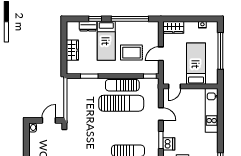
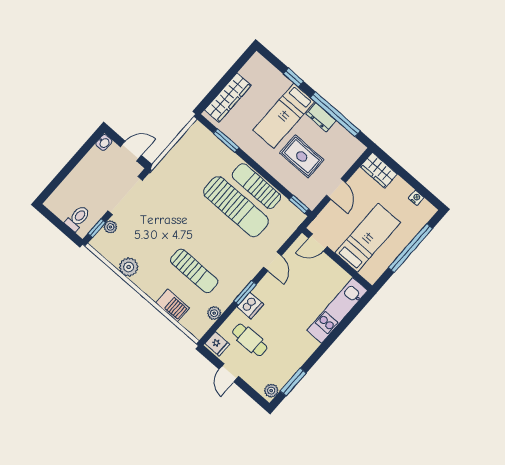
dresser: (88, 26) -> (321, 117), moved
wardrobe: (72, 50) -> (228, 98), width x1.50
door: (161, 54) -> (336, 189), swing flipped

